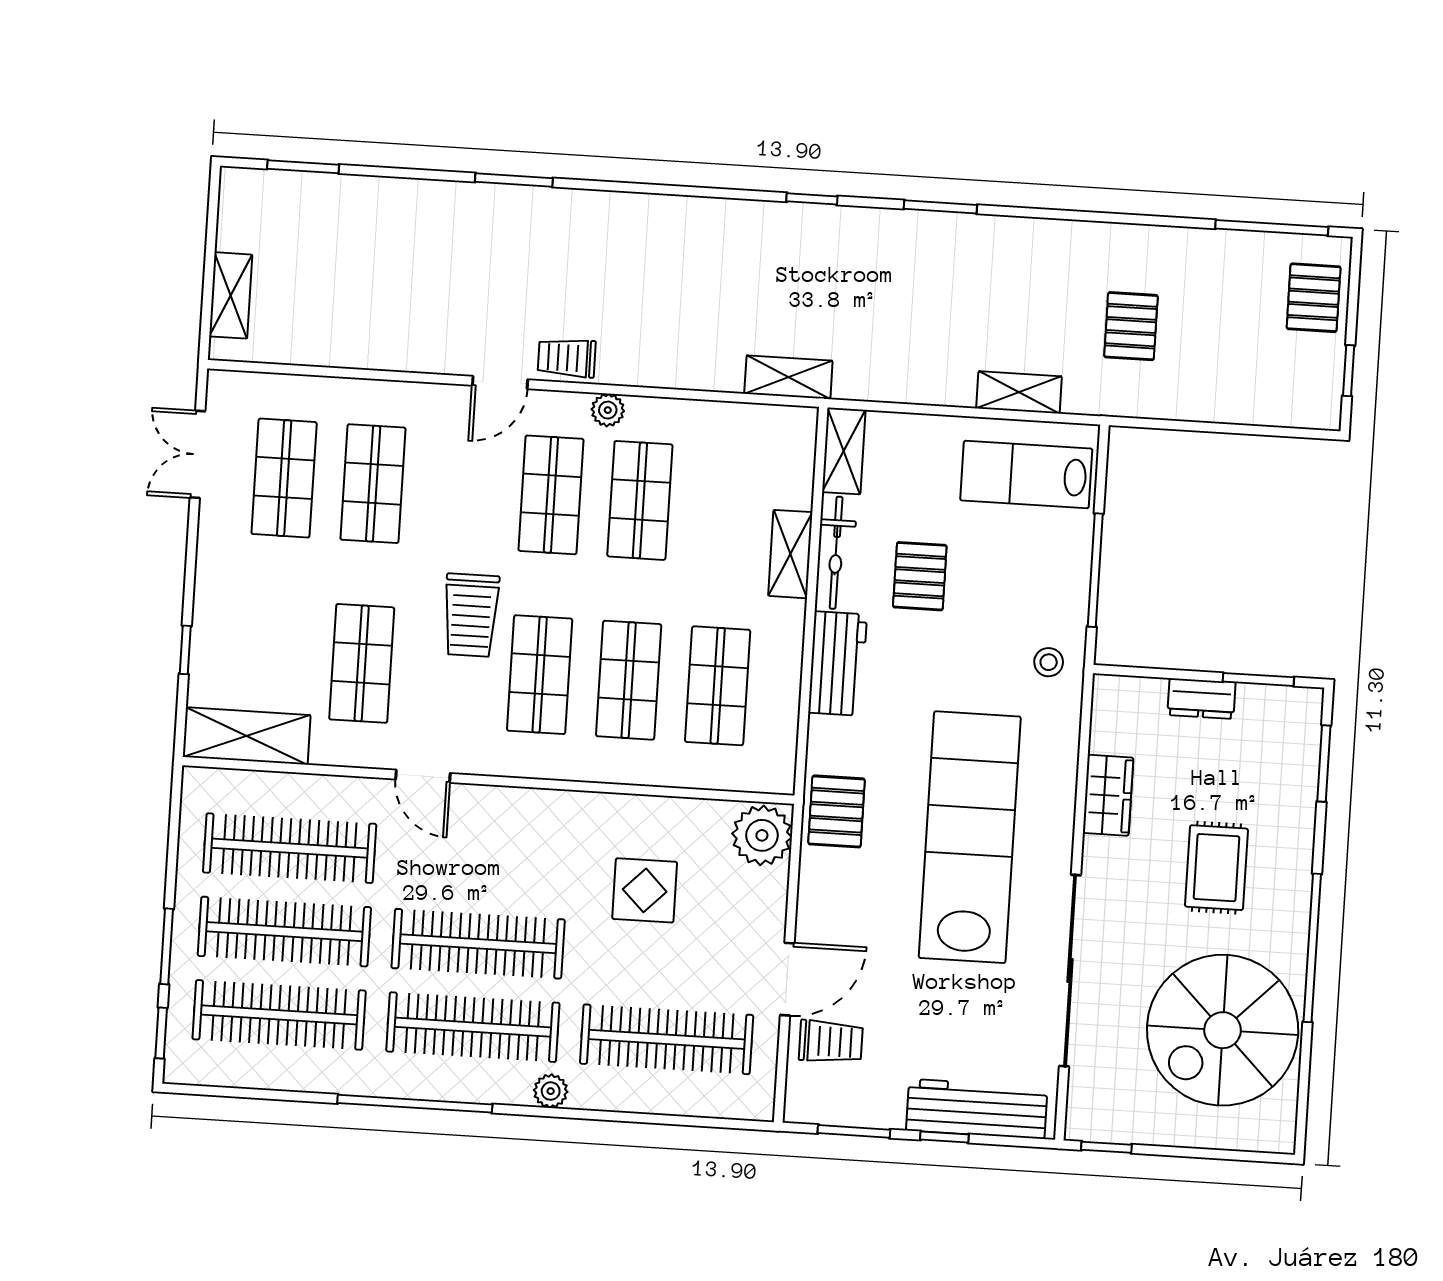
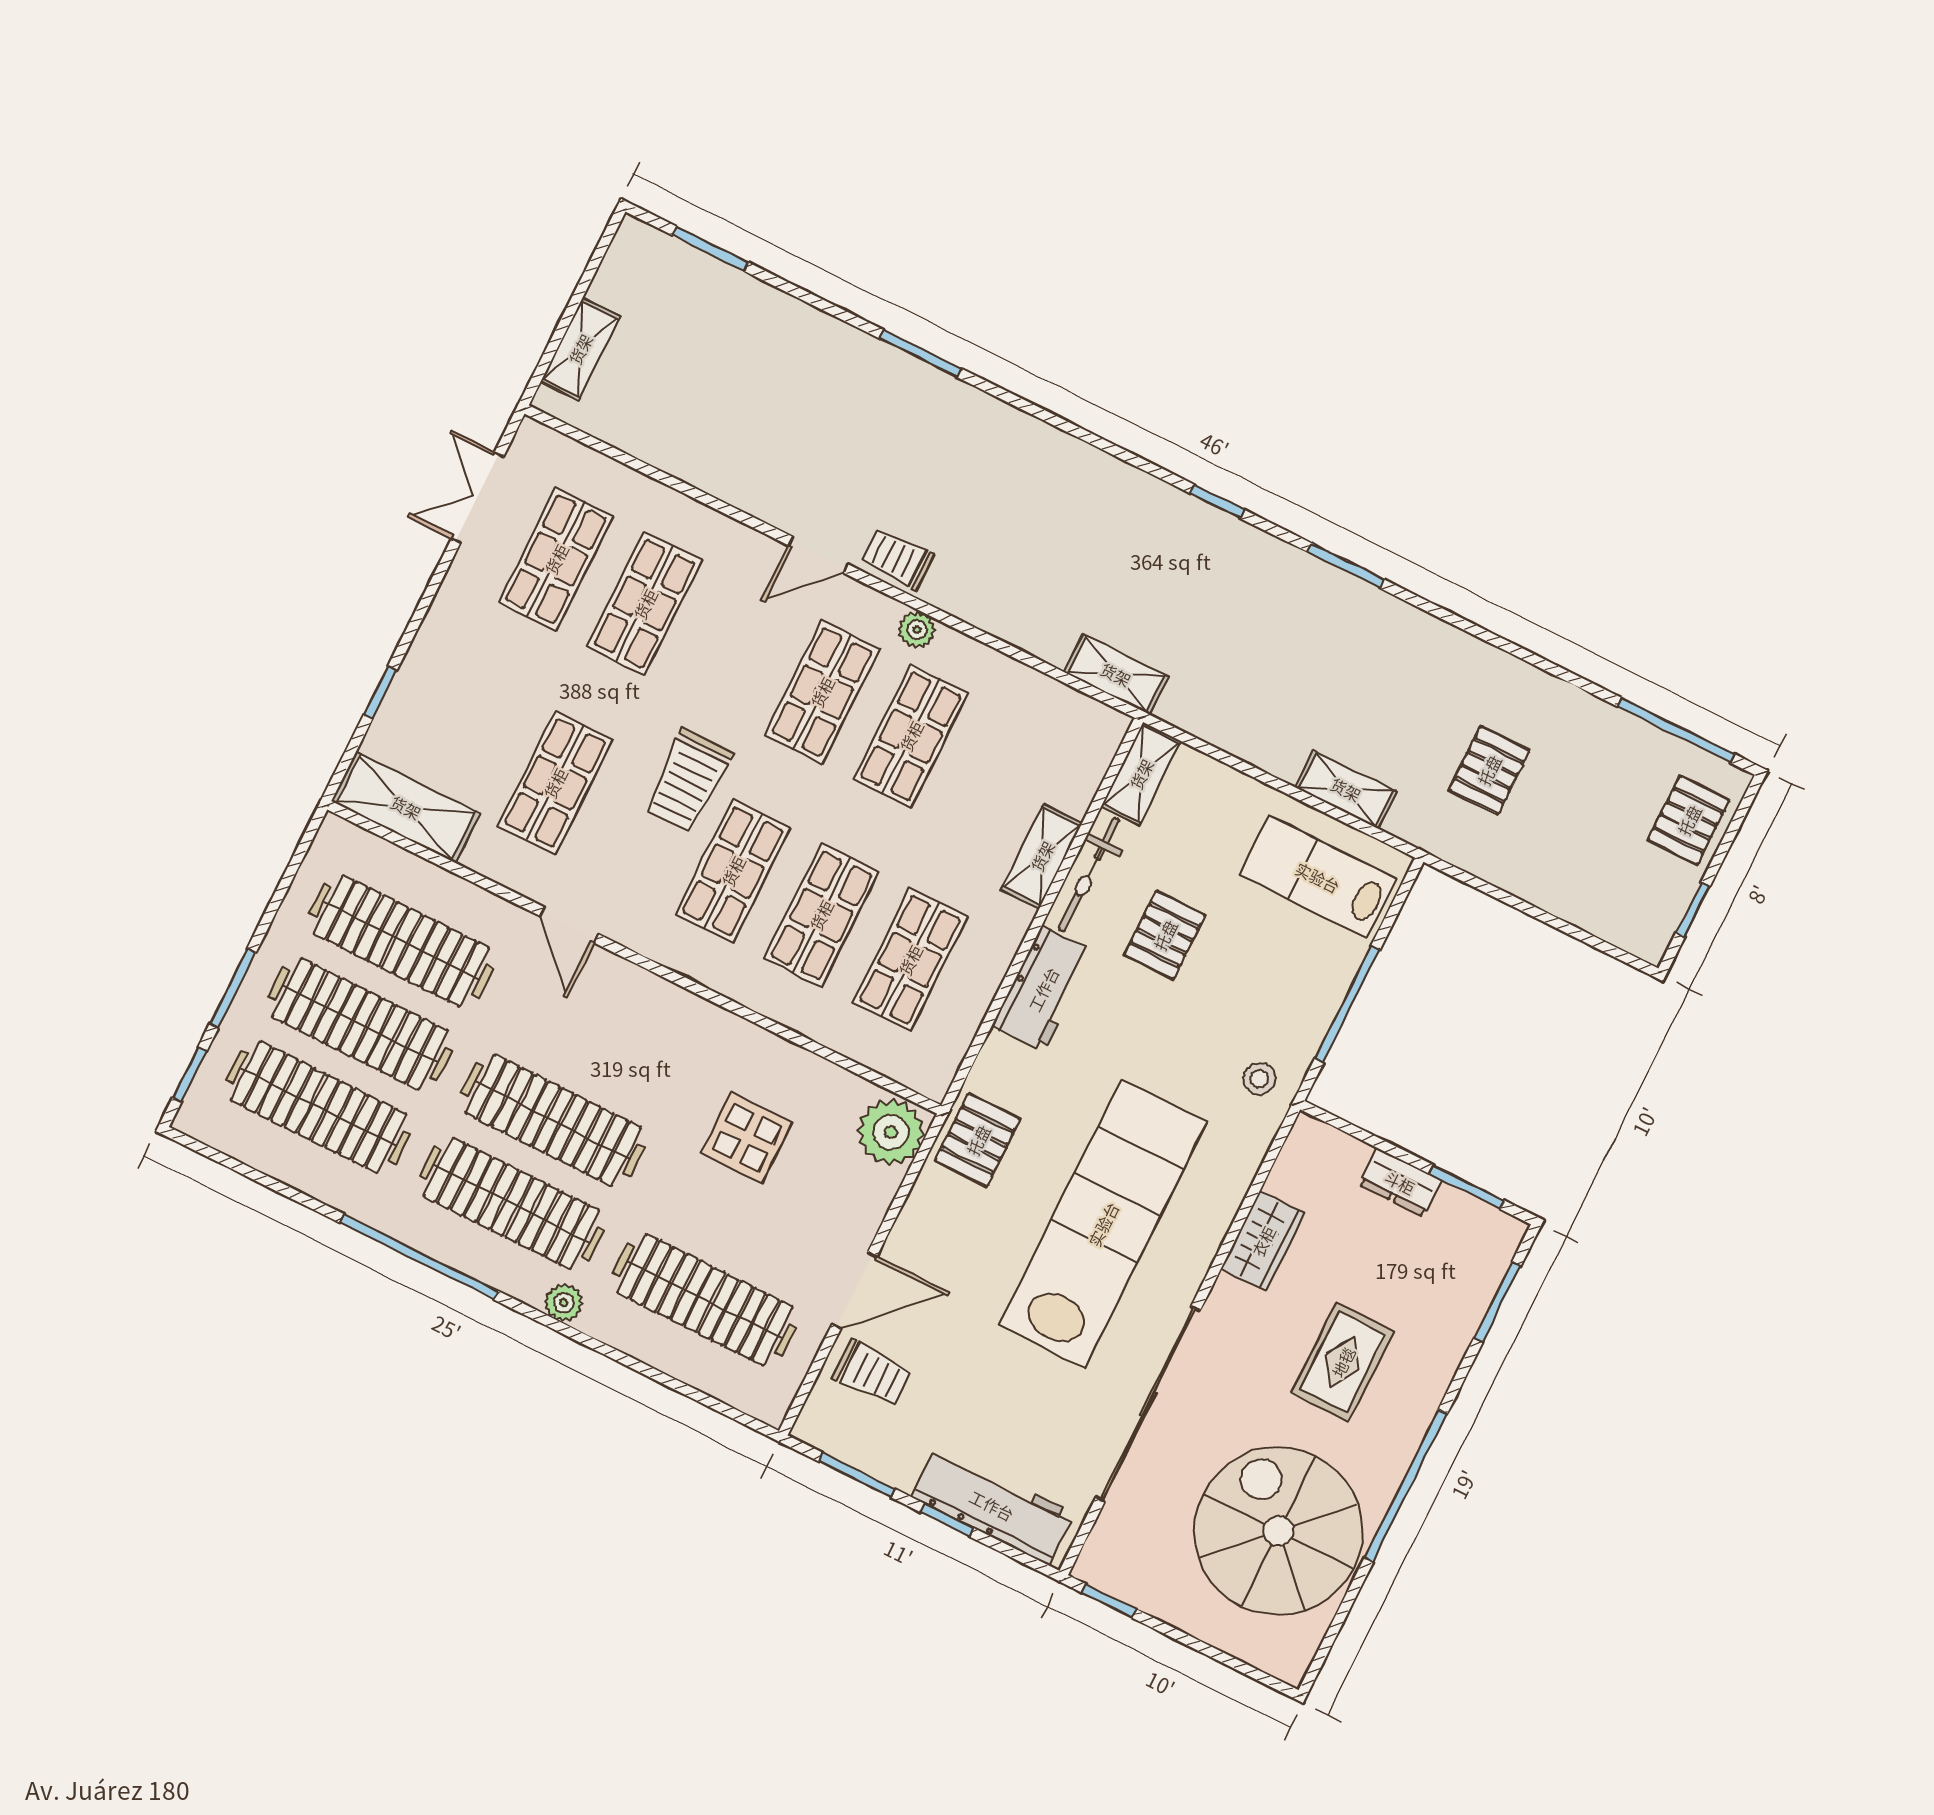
spiral stairs: (1223, 1030) -> (1278, 1531), turned 90

